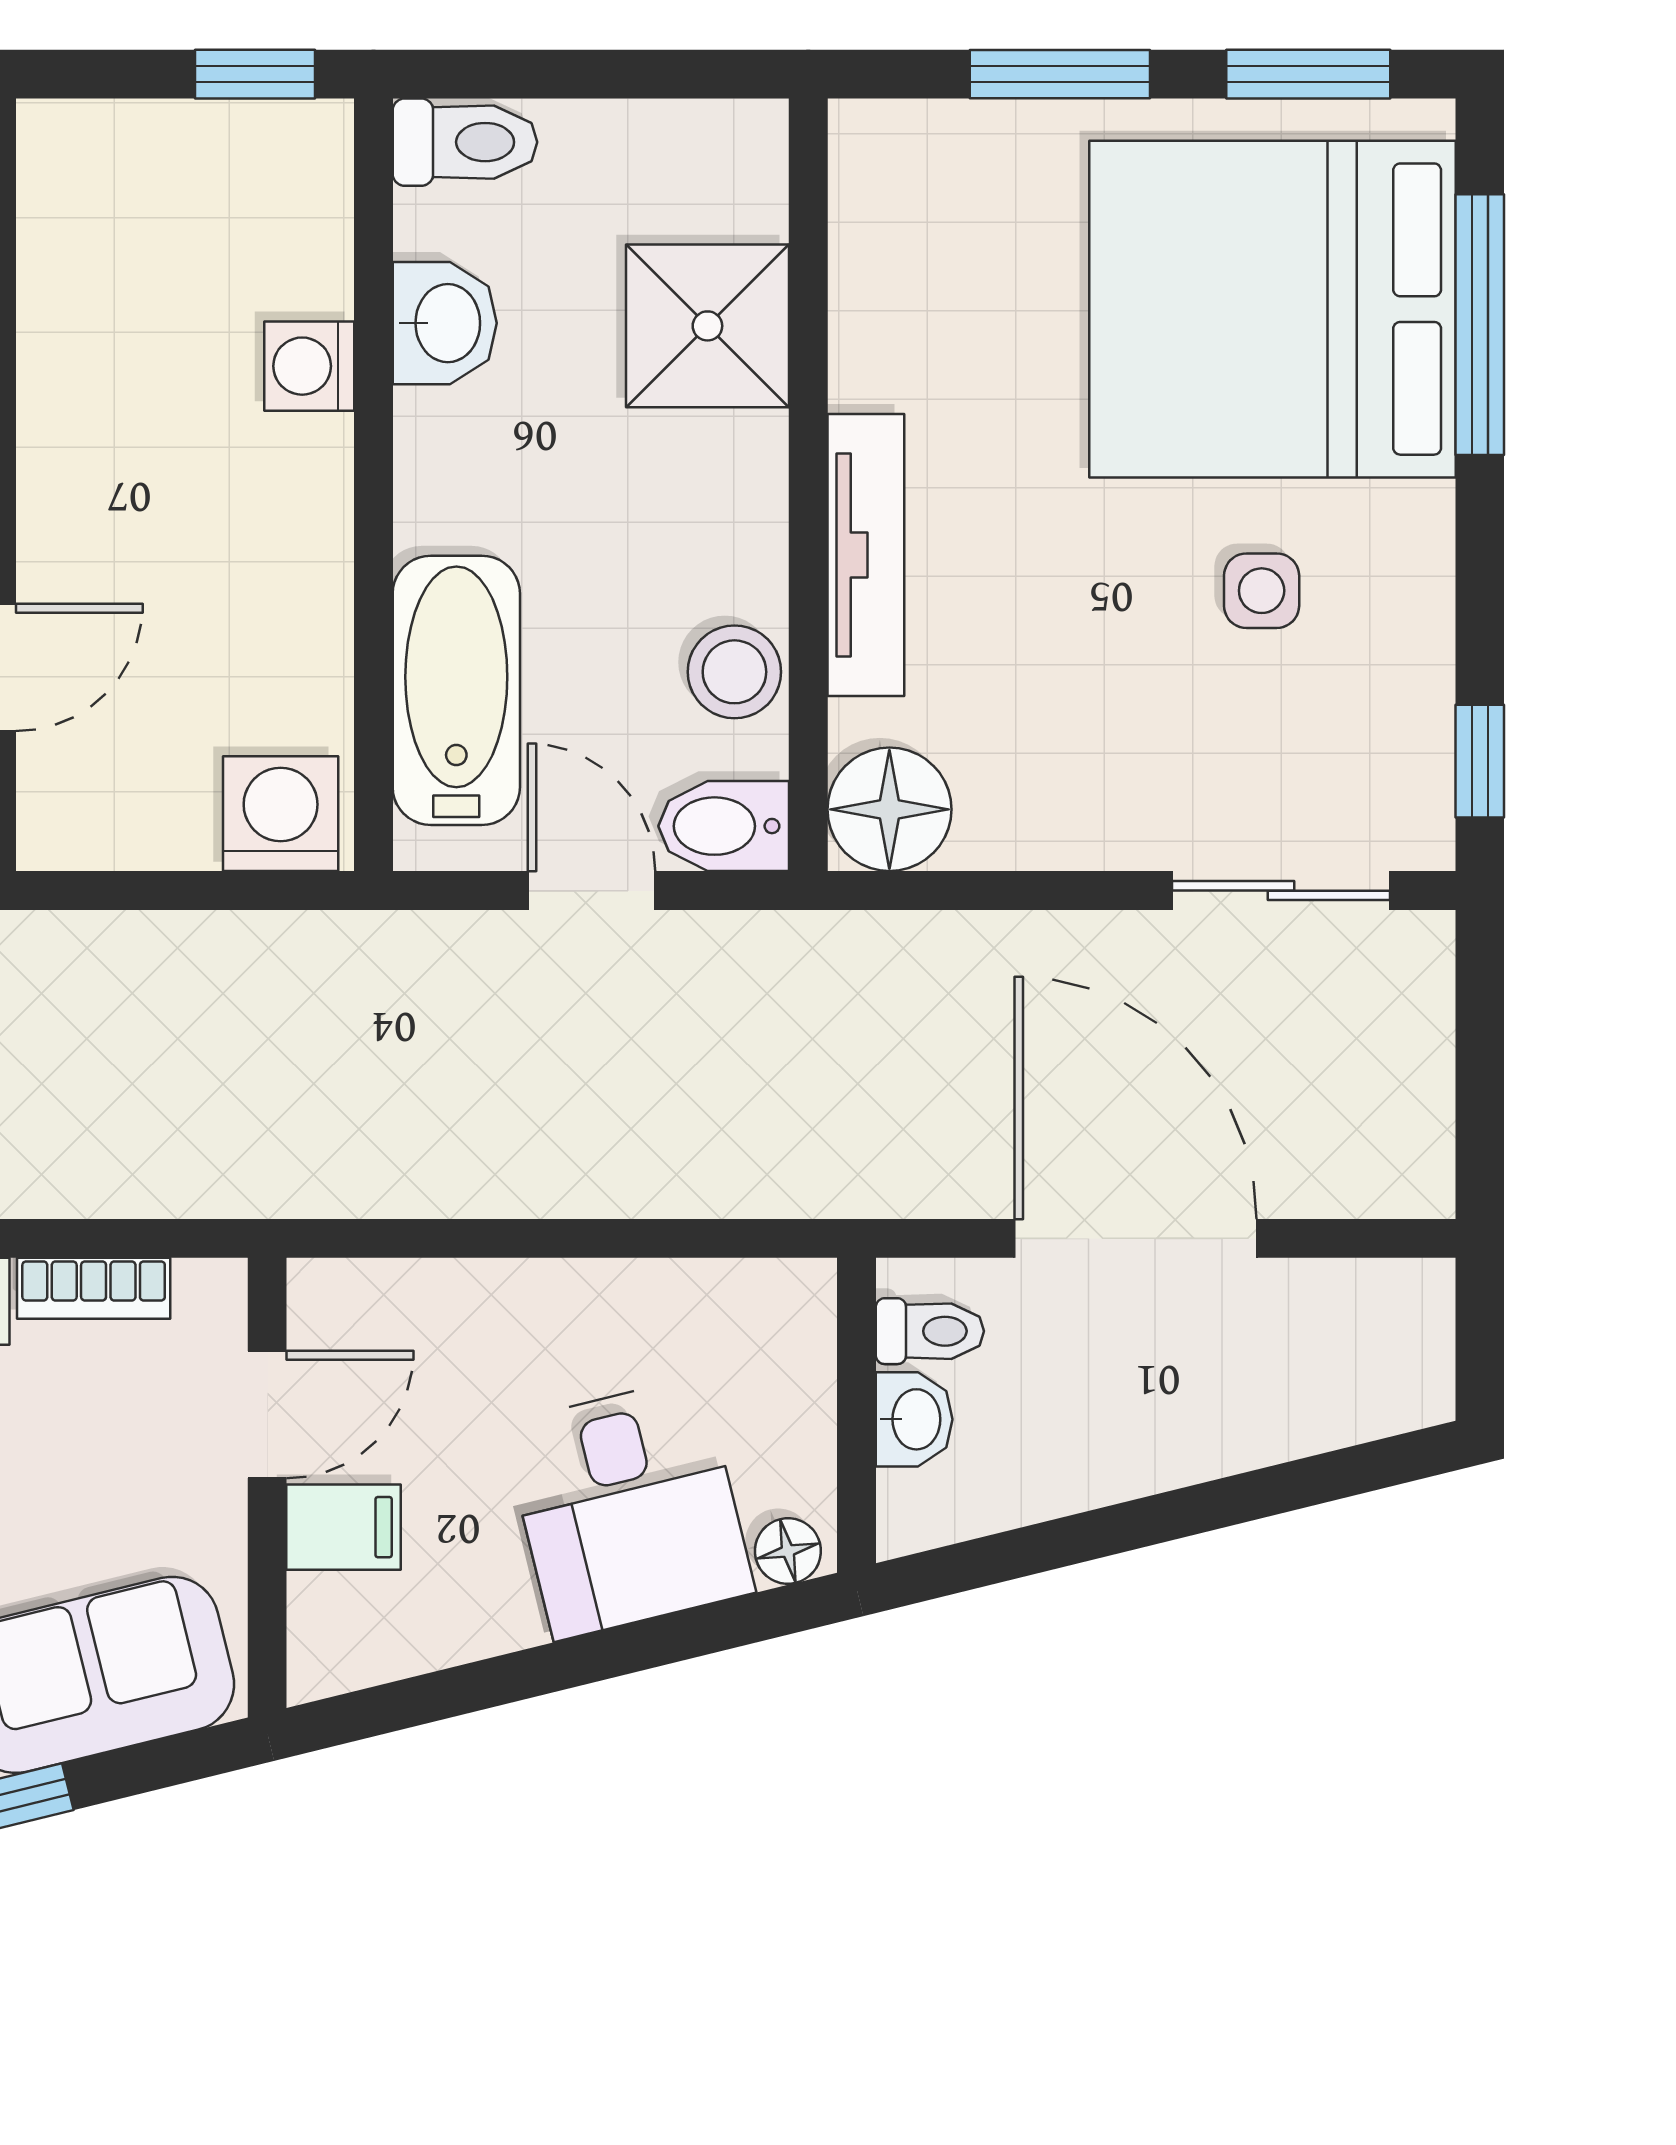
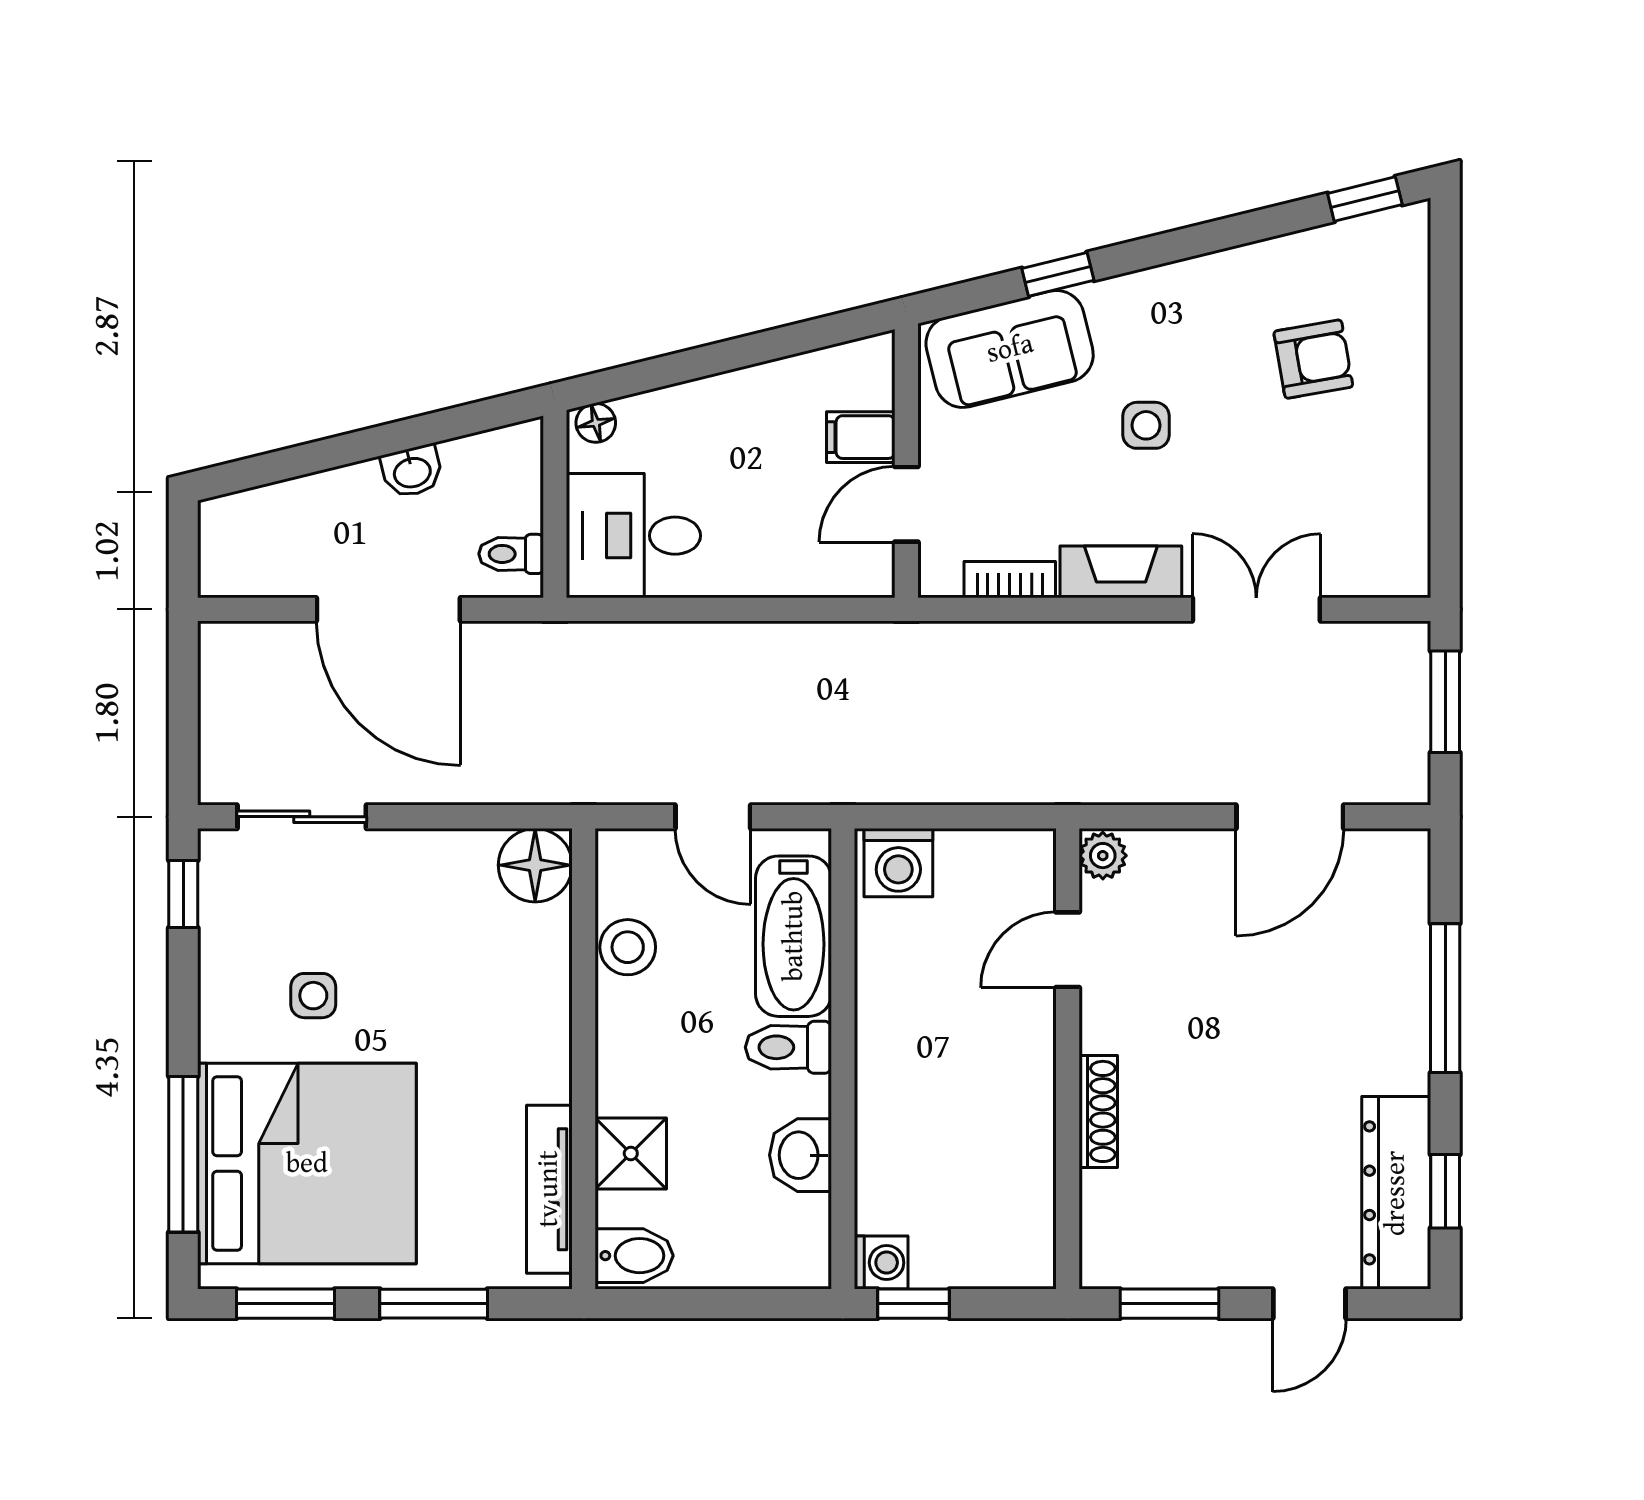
toilet: (465, 142) -> (788, 1047), moved
shower: (707, 326) -> (631, 1153), width x0.73, depth x0.73
washing machine: (309, 366) -> (881, 1263), moved
tv unit: (866, 555) -> (549, 1189), moved
bidet: (724, 826) -> (634, 1256), moved
washbasin: (914, 1419) -> (412, 471), moved, turned -104
desk: (628, 1508) -> (633, 536), moved, turned -76

